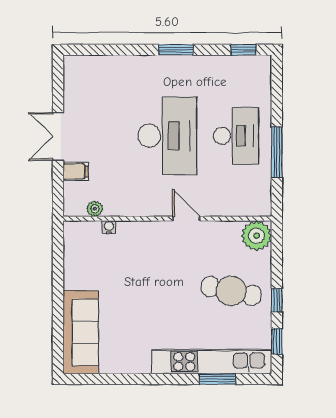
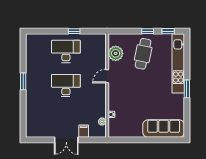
window: (243, 50) -> (23, 48), removed
desk: (167, 136) -> (66, 85), width x0.73, depth x0.77
window: (277, 152) -> (74, 31), width x0.46
plant: (257, 236) -> (116, 53), moved
window: (217, 379) -> (187, 89), moved

